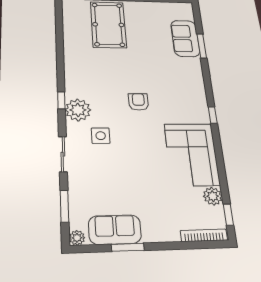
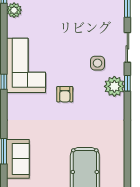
window: (61, 100) -> (127, 83), moved
corner sofa: (192, 154) -> (26, 65), moved

